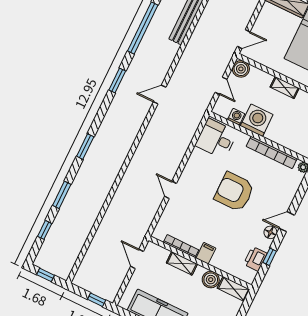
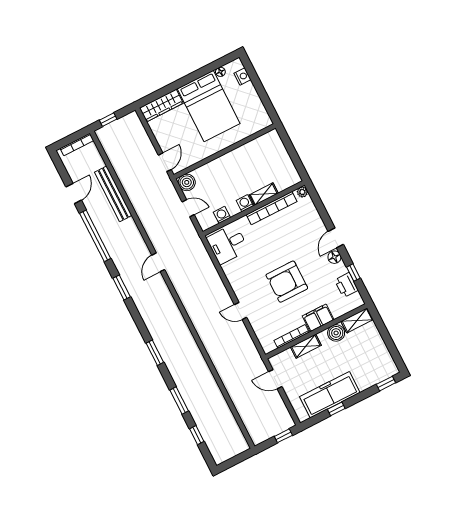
shelving: (285, 88) -> (264, 194), moved
washing machine: (257, 120) -> (245, 203), width x0.53, depth x0.53
armchair: (234, 192) -> (287, 282), moved
filing cabinet: (206, 253) -> (318, 318), width x2.00
window: (45, 275) -> (233, 462), removed

